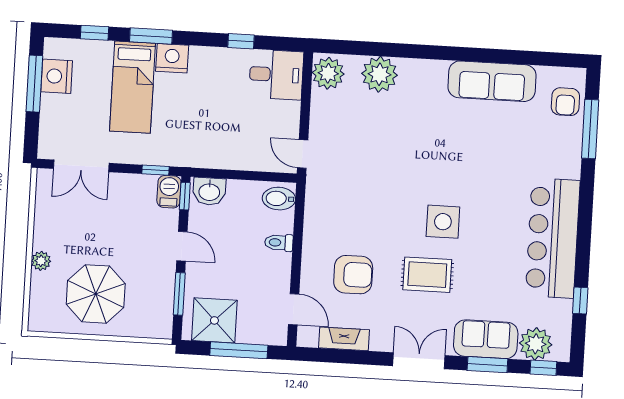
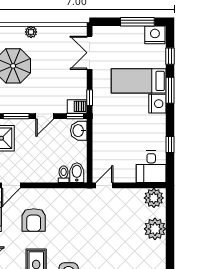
nightstand: (57, 76) -> (155, 35), moved
toilet: (279, 243) -> (64, 174), moved

